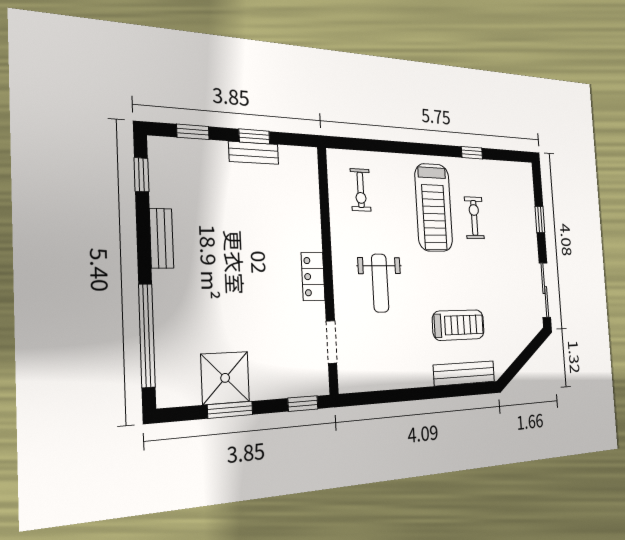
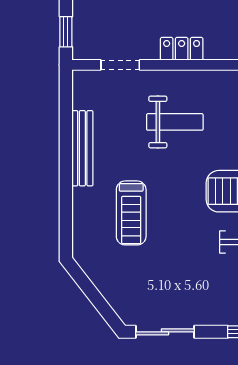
weight bench: (380, 283) -> (175, 122), turned 180
bench: (464, 373) -> (82, 148), moved

